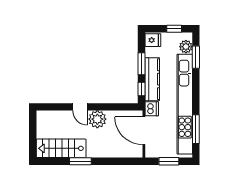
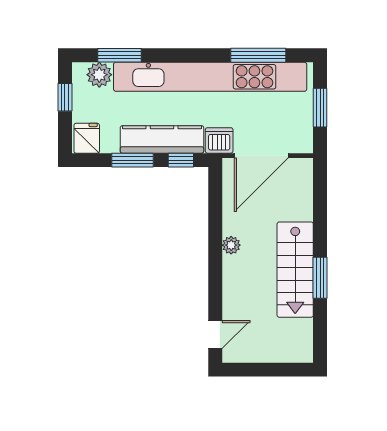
door: (80, 107) -> (215, 335), moved
plant: (97, 119) -> (231, 245), width x0.53, depth x0.53
stairs: (61, 148) -> (295, 270), moved

